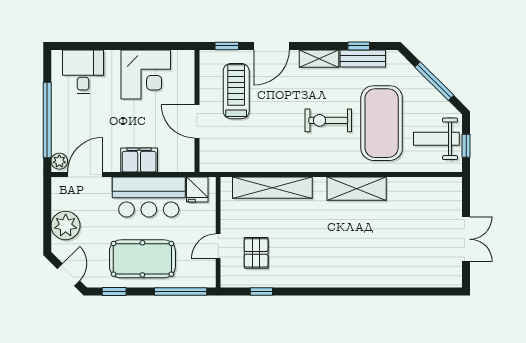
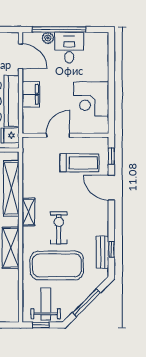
shelving: (319, 59) -> (28, 212), moved
desk: (83, 72) -> (69, 48), moved, turned -90
plant: (59, 161) -> (48, 38), moved

